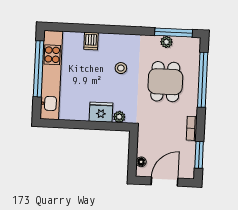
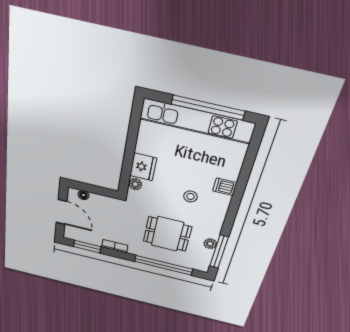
dishwasher: (91, 41) -> (225, 187), moved

